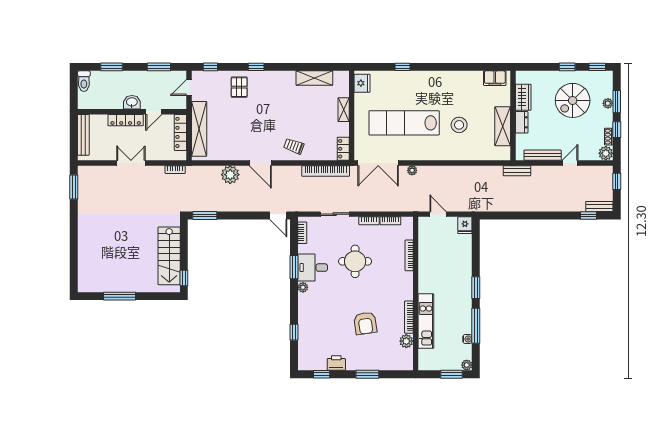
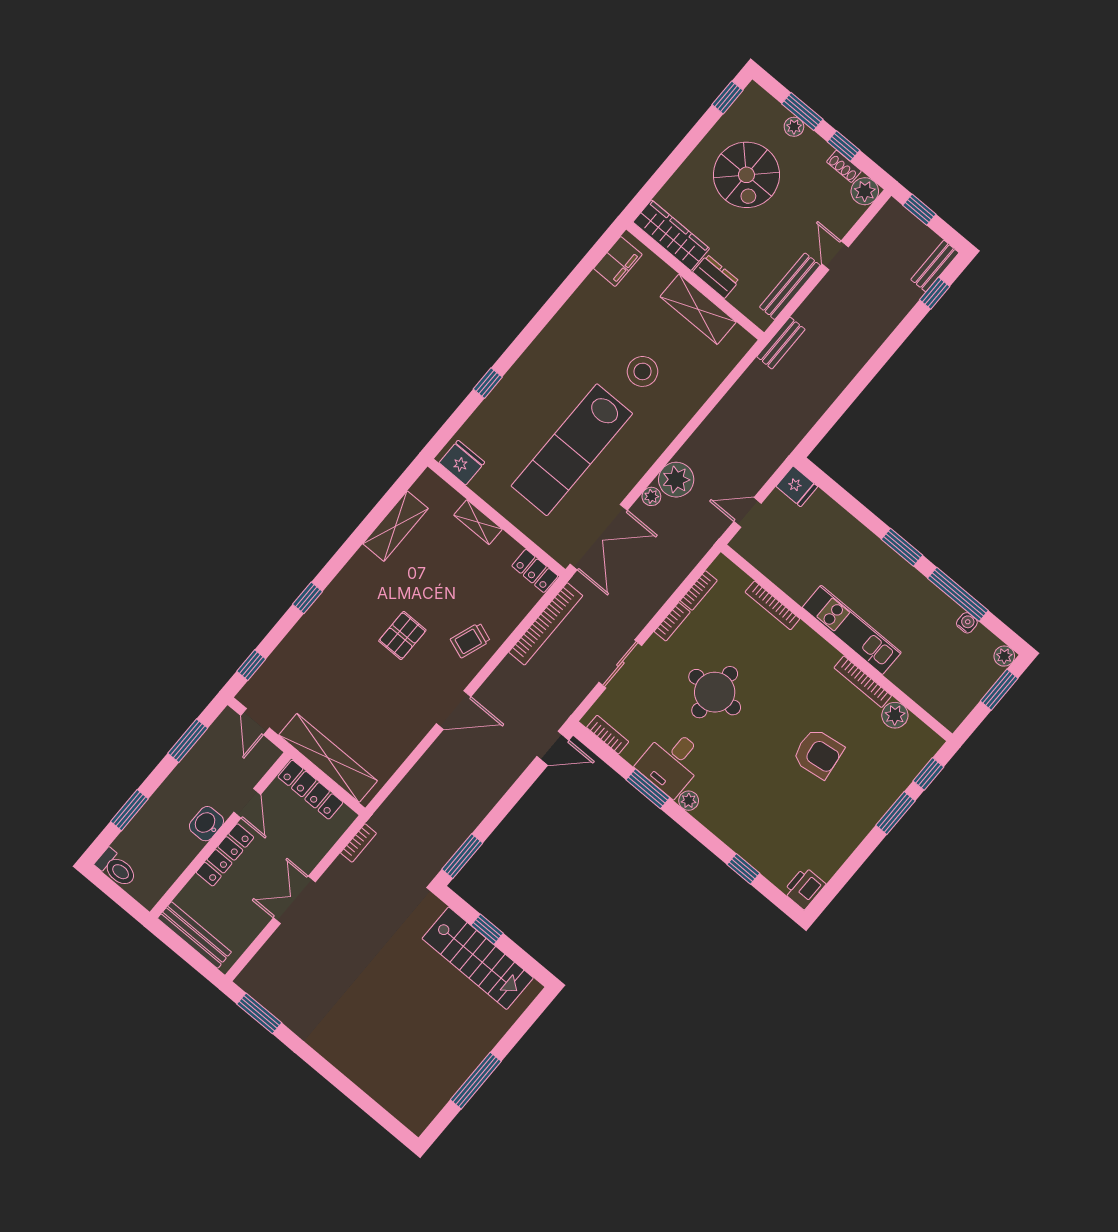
window: (567, 67) -> (690, 142), removed
pallet: (239, 87) -> (402, 636), moved, turned 90
wardrobe: (523, 97) -> (671, 235), width x1.50
plant: (230, 175) -> (676, 480), moved
window: (184, 278) -> (487, 929), moved
kitchen unit: (426, 321) -> (852, 630), moved
printer: (336, 363) -> (804, 888), moved
window: (322, 374) -> (928, 774), moved

